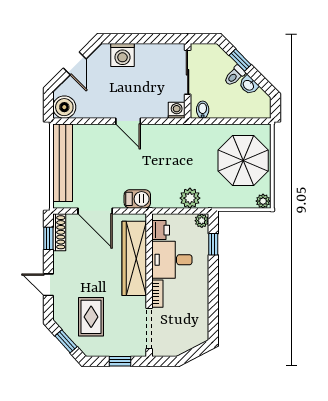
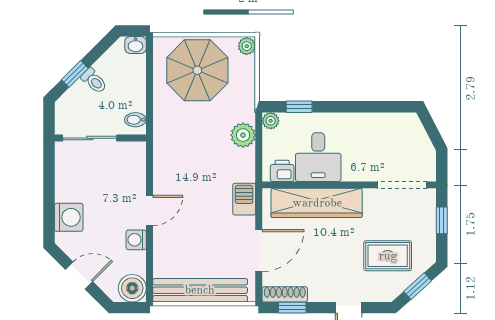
washbasin: (249, 85) -> (136, 45), moved, turned 45
washing machine: (177, 110) -> (136, 240), moved
bookcase: (157, 294) -> (359, 175), removed

